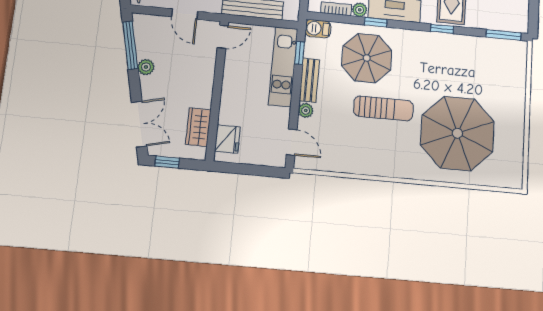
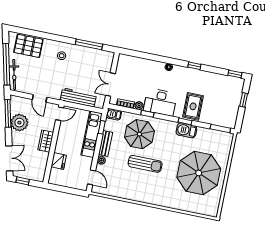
barbecue: (447, 44) -> (186, 130), added
plant: (146, 67) -> (19, 123), width x1.87, depth x1.87
wardrobe: (198, 127) -> (46, 141), moved
parasol: (457, 133) -> (199, 173), moved
fridge: (227, 139) -> (59, 161), moved

